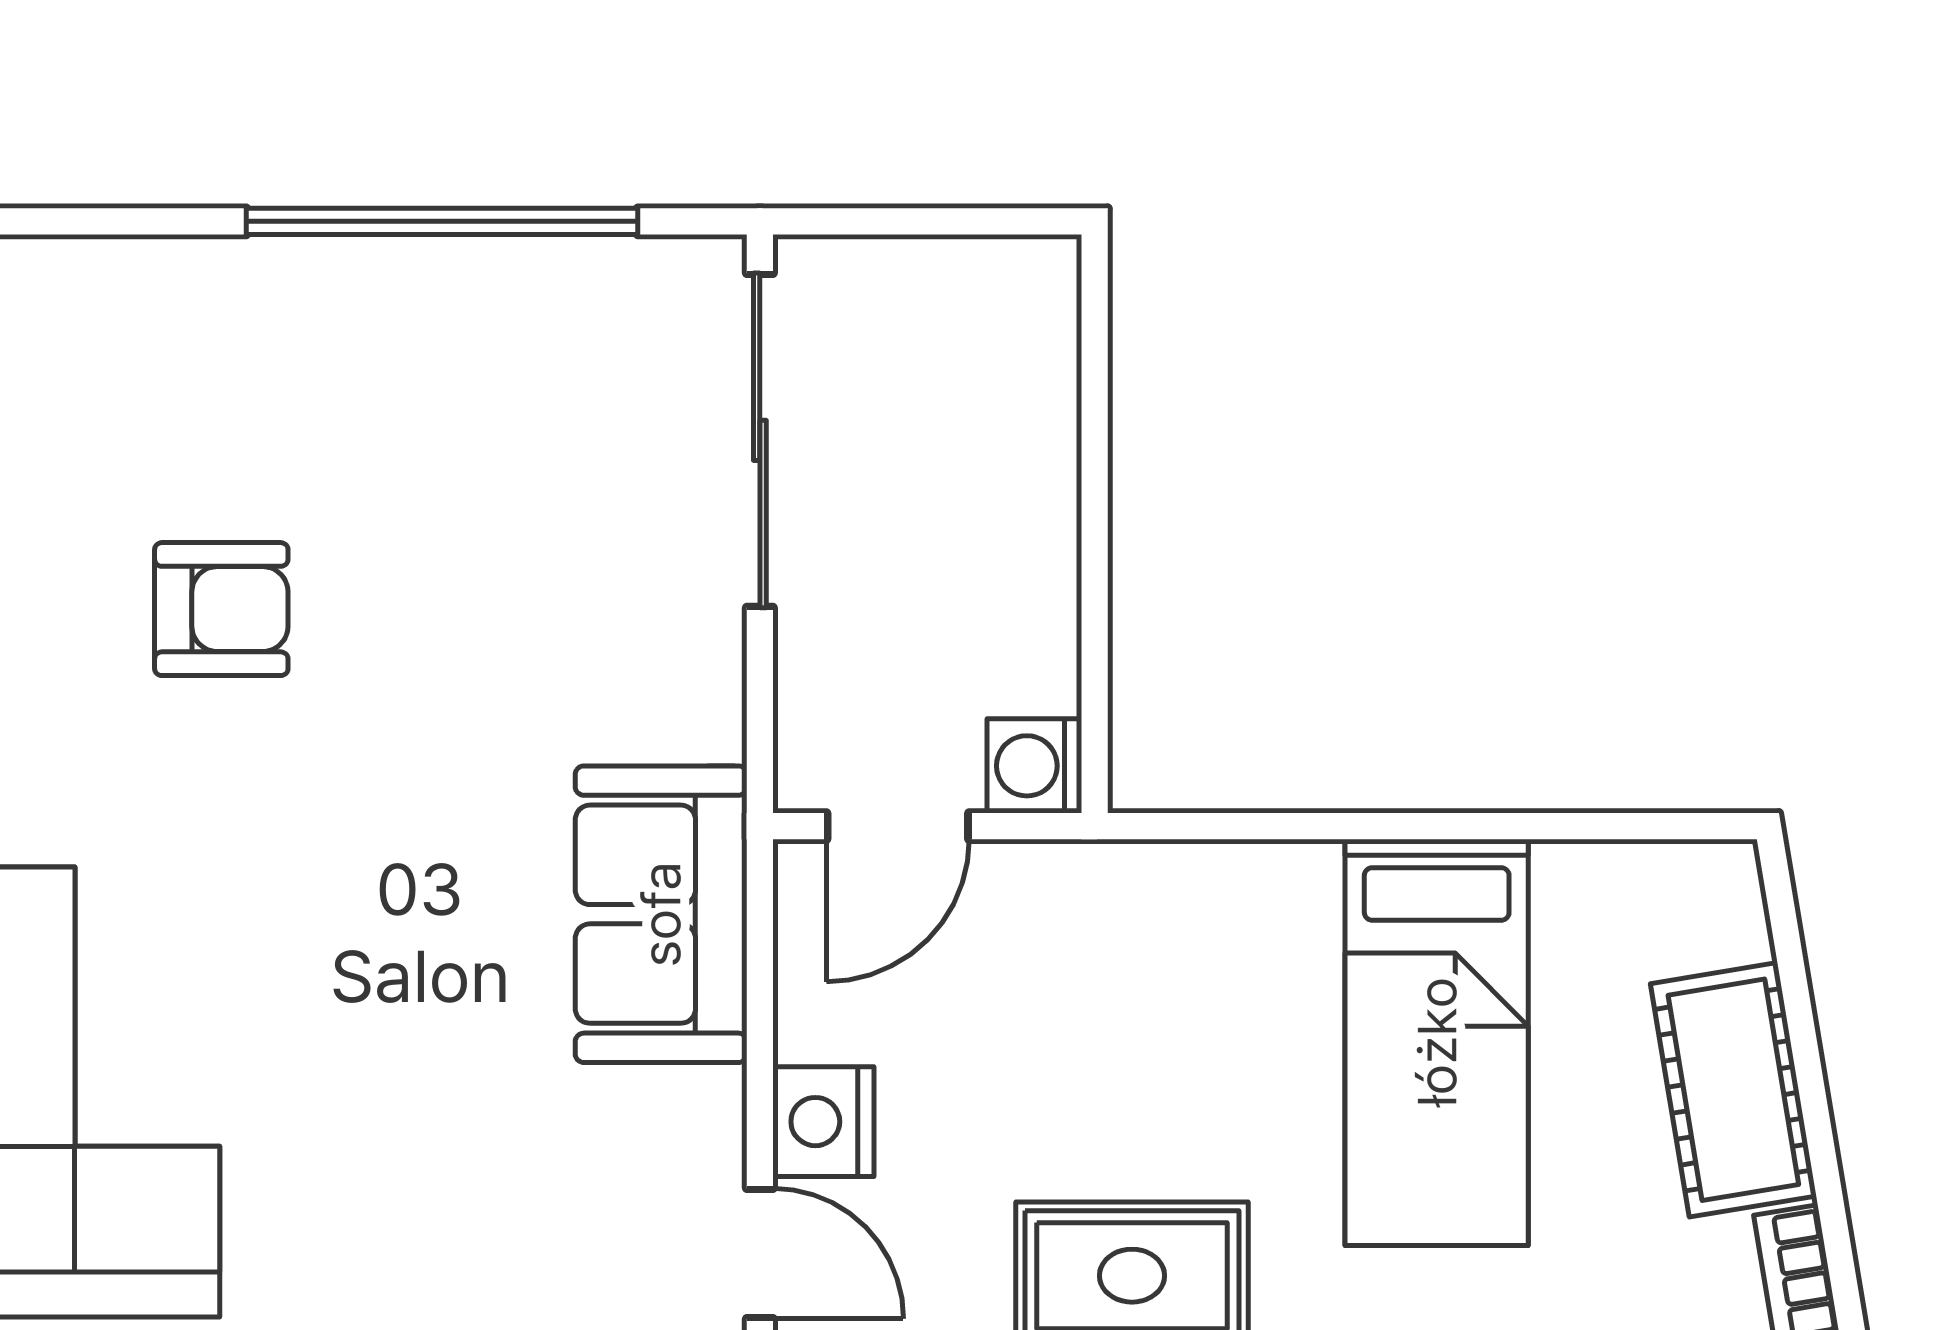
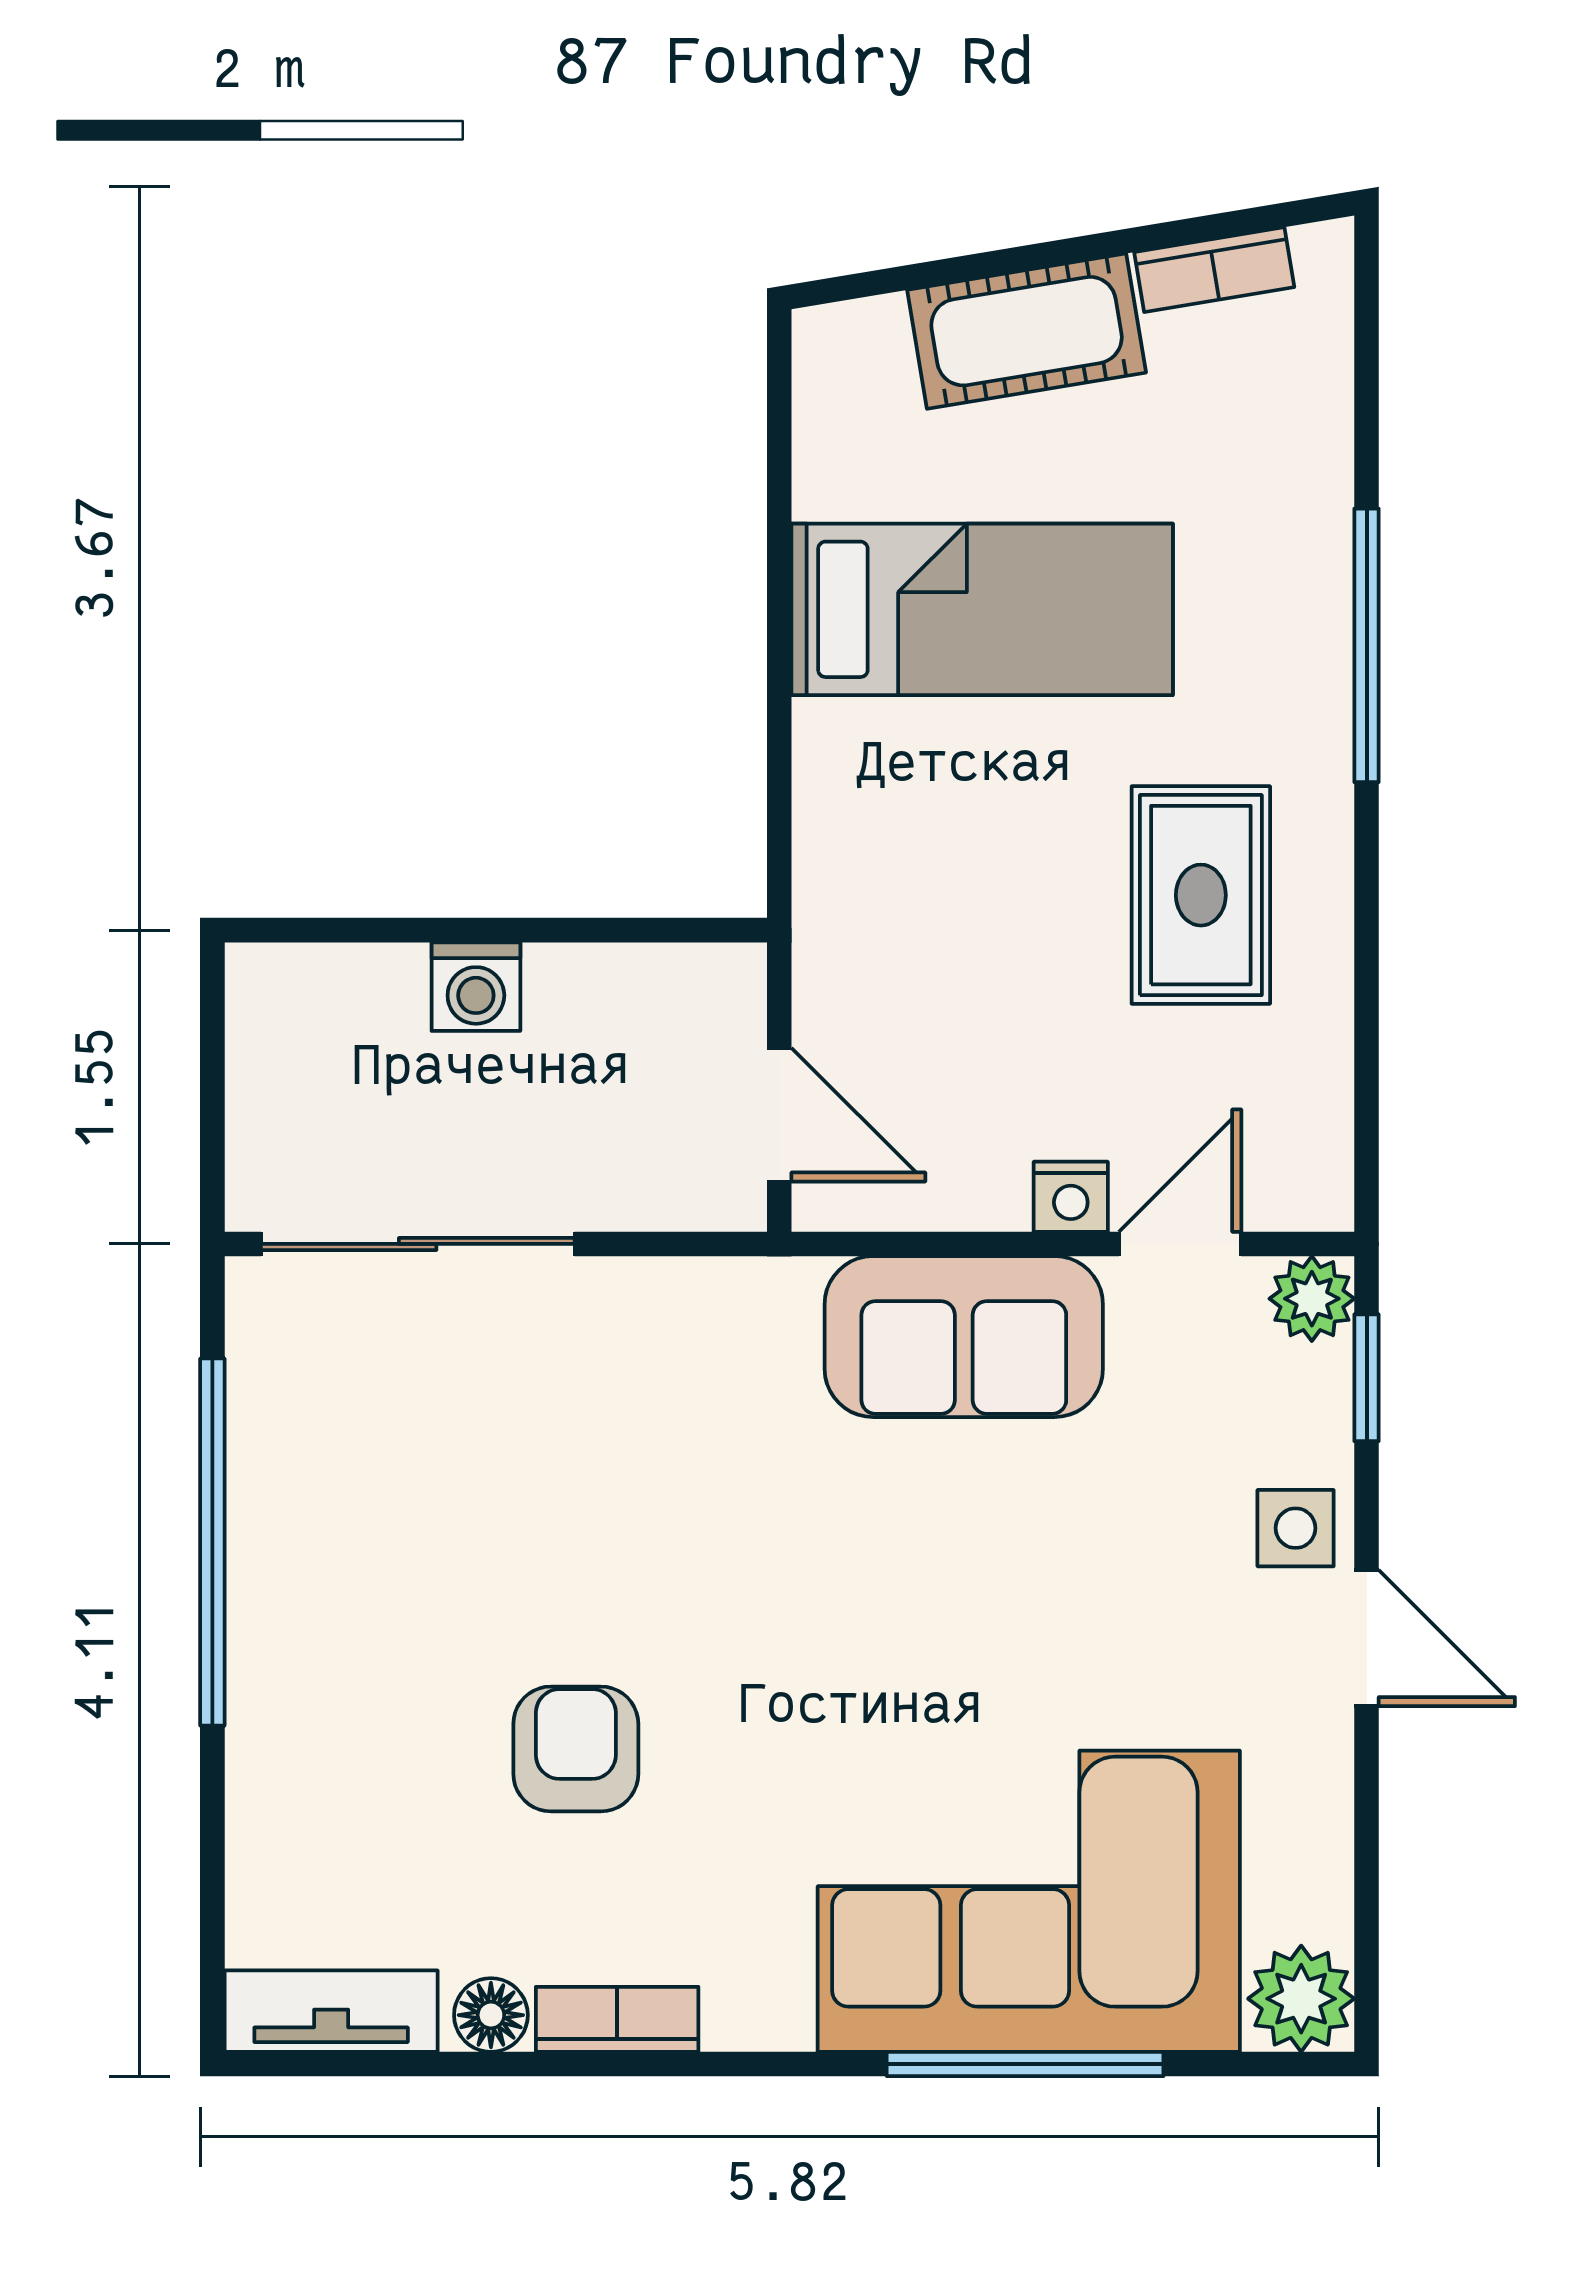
washing machine: (1034, 766) -> (476, 987), moved
sofa: (661, 914) -> (964, 1337), moved
nightstand: (823, 1122) -> (1071, 1197), width x0.72, depth x0.74

